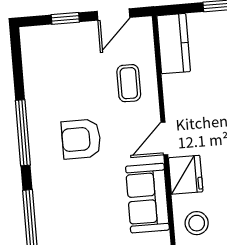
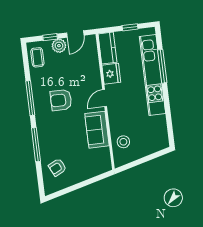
plant: (81, 35) -> (59, 46), added
coffee table: (129, 83) -> (37, 57), moved
fridge: (186, 175) -> (111, 74), moved

